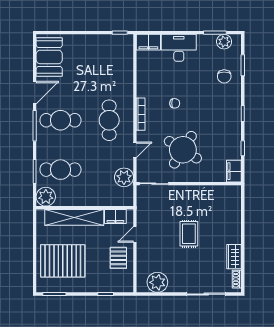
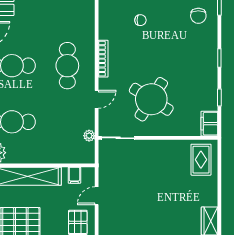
chair: (175, 103) -> (140, 20), moved
plant: (124, 177) -> (89, 136), width x0.53, depth x0.53
filing cabinet: (115, 216) -> (74, 175), width x0.50
rug: (189, 234) -> (201, 160), moved

